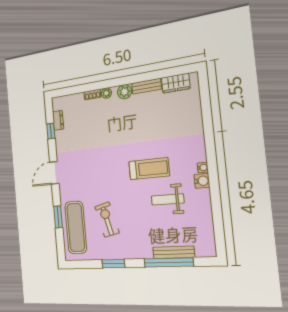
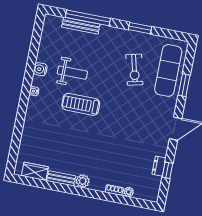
plant: (106, 93) -> (129, 192), moved
dresser: (58, 120) -> (159, 166), moved
water cooler: (202, 181) -> (40, 69), moved

